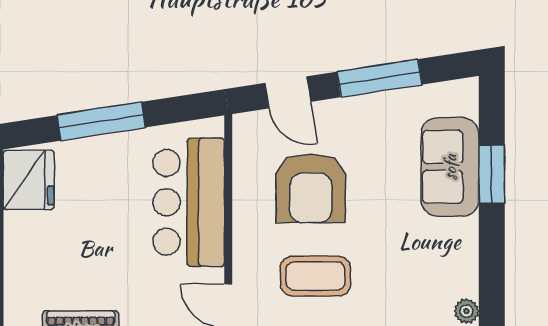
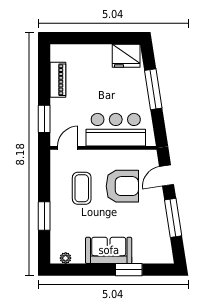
sofa: (450, 167) -> (109, 250), moved
armchair: (311, 188) -> (122, 186), turned 180

